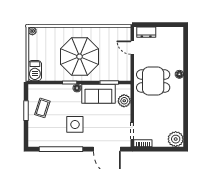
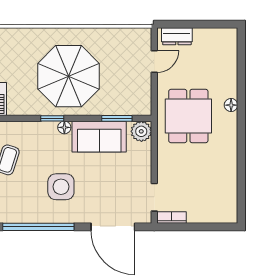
door: (132, 48) -> (154, 62), swing flipped
dining table: (153, 81) -> (188, 116), turned 90
plant: (124, 101) -> (141, 131), moved
plant: (176, 139) -> (225, 211), removed

